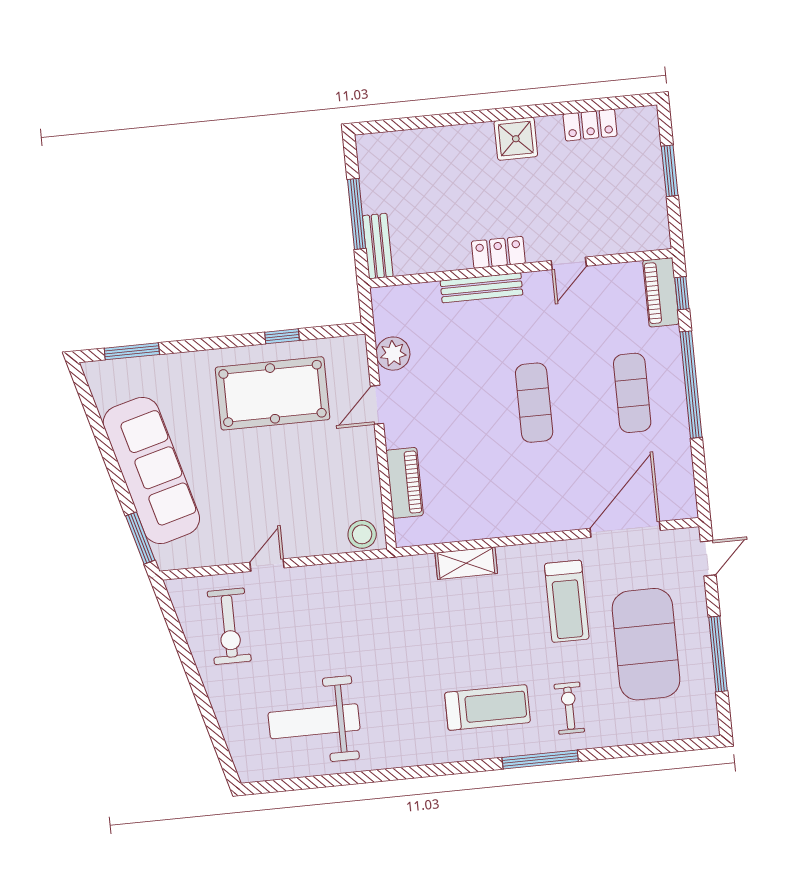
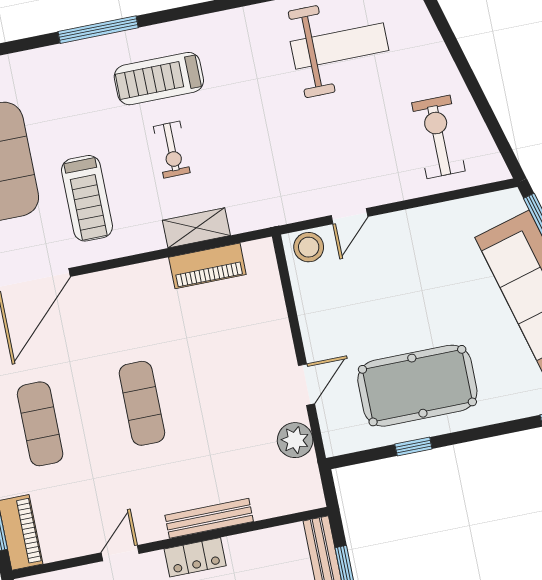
piano: (405, 483) -> (207, 266), moved, turned -90
door: (267, 565) -> (349, 216), moved
treadmill: (567, 601) -> (87, 198), turned 180
exercise bike: (569, 708) -> (172, 150), moved

